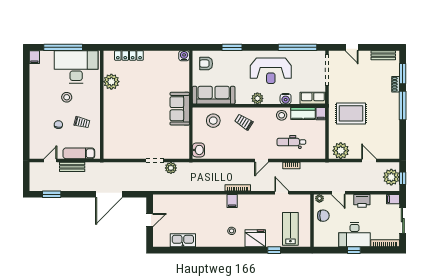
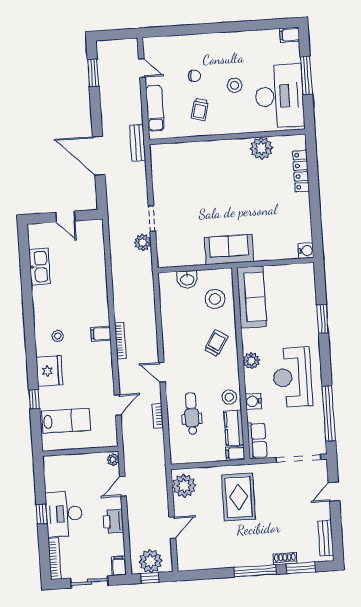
window: (63, 47) -> (306, 75), width x0.68
armchair: (206, 64) -> (297, 283), removed
washbasin: (198, 150) -> (187, 279), moved
bench: (72, 167) -> (138, 143), moved
chair: (323, 216) -> (88, 467), removed

